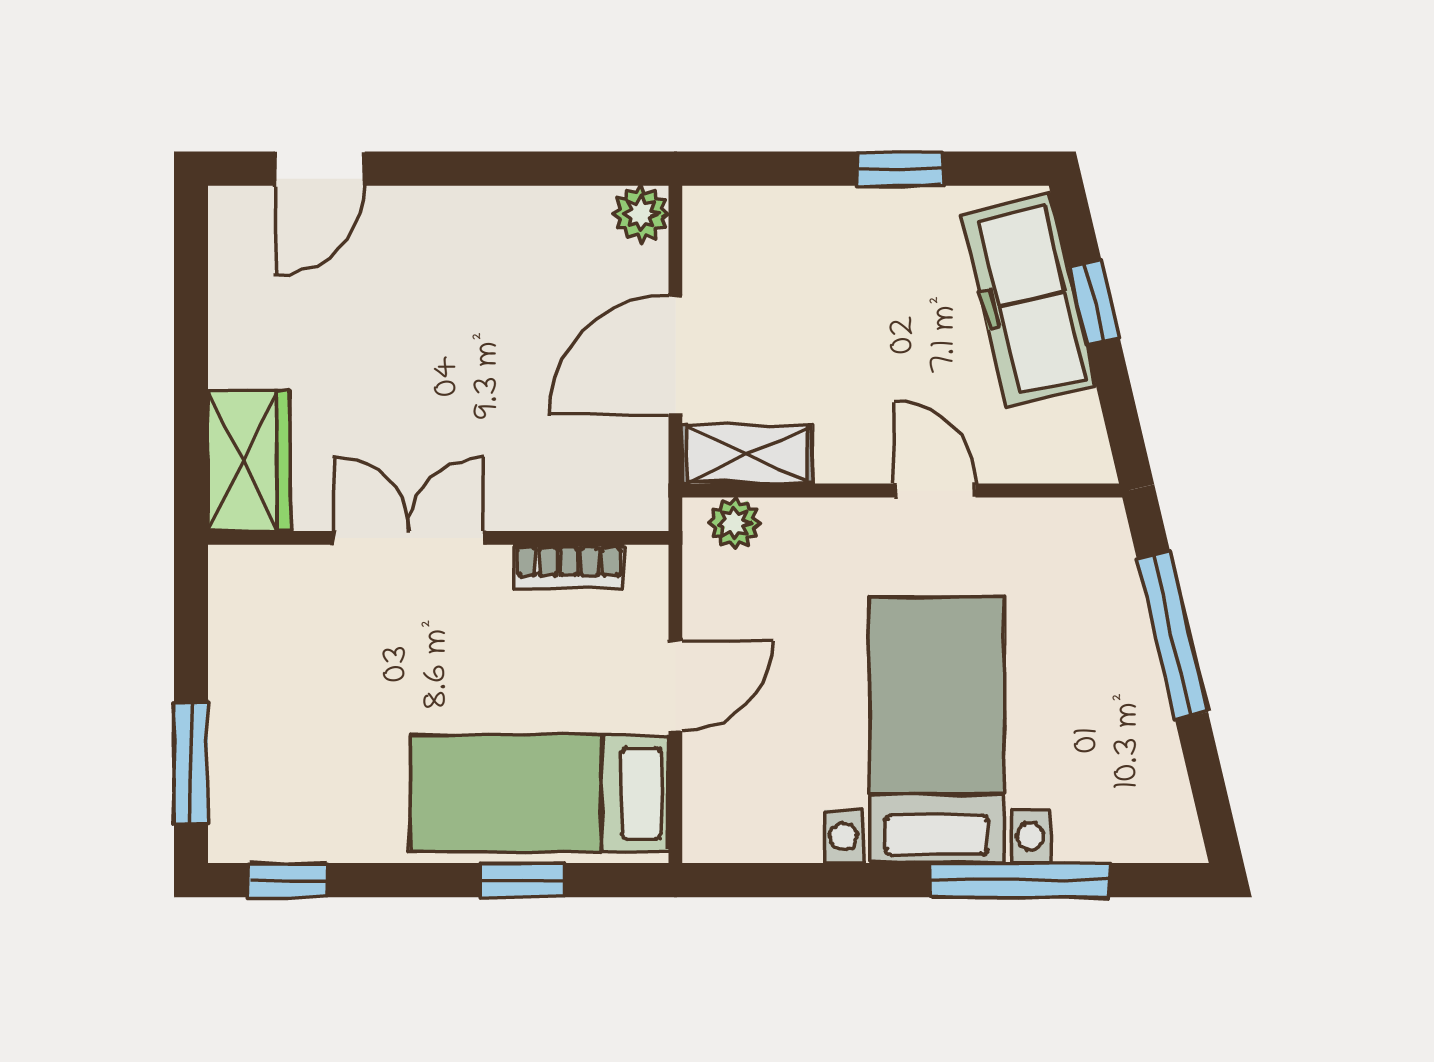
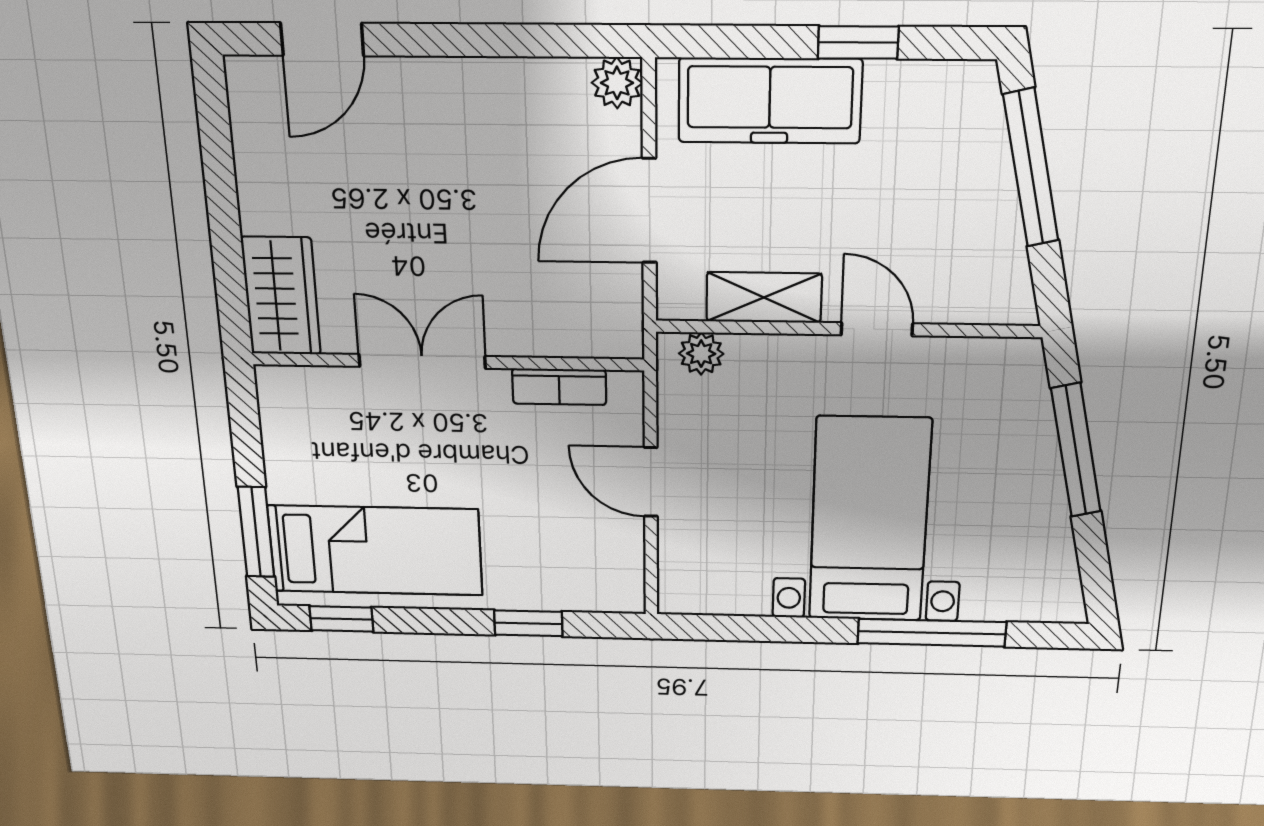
freezer: (1029, 300) -> (770, 101), moved, turned -77
window: (1094, 303) -> (1031, 168), width x2.17
shelving: (747, 454) -> (764, 297), moved
door: (675, 686) -> (651, 482), swing flipped
bed: (539, 793) -> (375, 550), moved, turned 180

